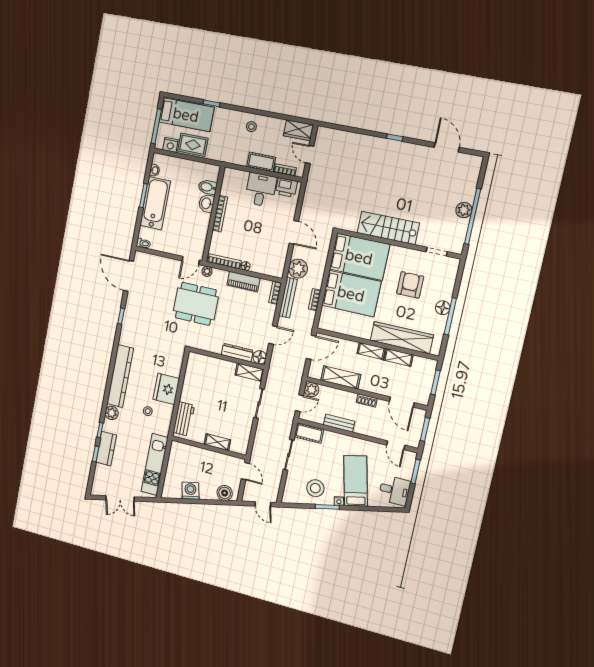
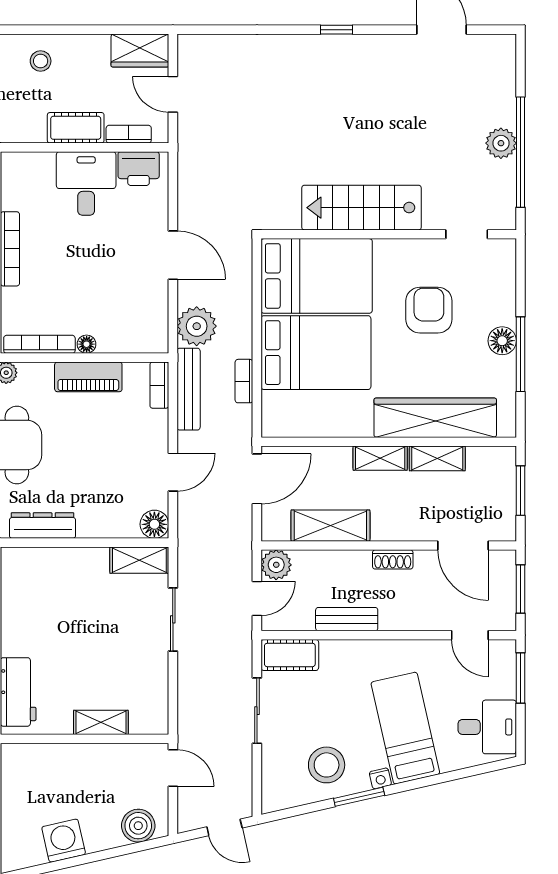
dresser: (237, 353) -> (43, 526), moved

